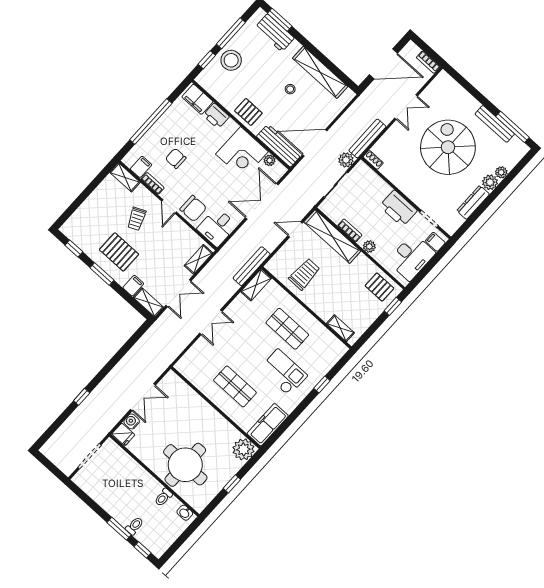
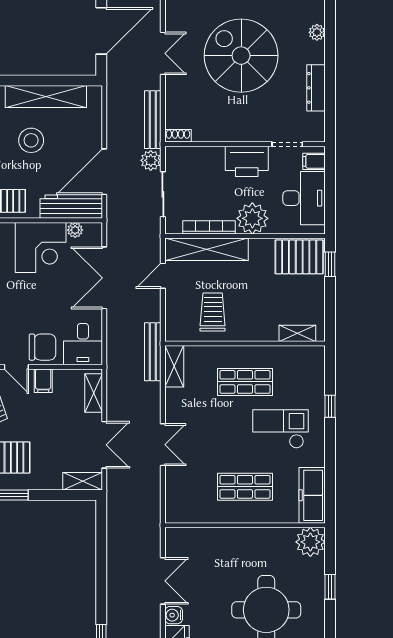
stool: (290, 89) -> (31, 140), width x1.89, depth x1.89
plant: (490, 182) -> (315, 53), removed
bookcase: (350, 230) -> (209, 227), width x1.56
plant: (369, 246) -> (252, 218), width x1.87, depth x1.87
filing cabinet: (133, 286) -> (43, 381), moved, turned 180
pallet: (379, 287) -> (299, 257), width x1.50, depth x1.42

